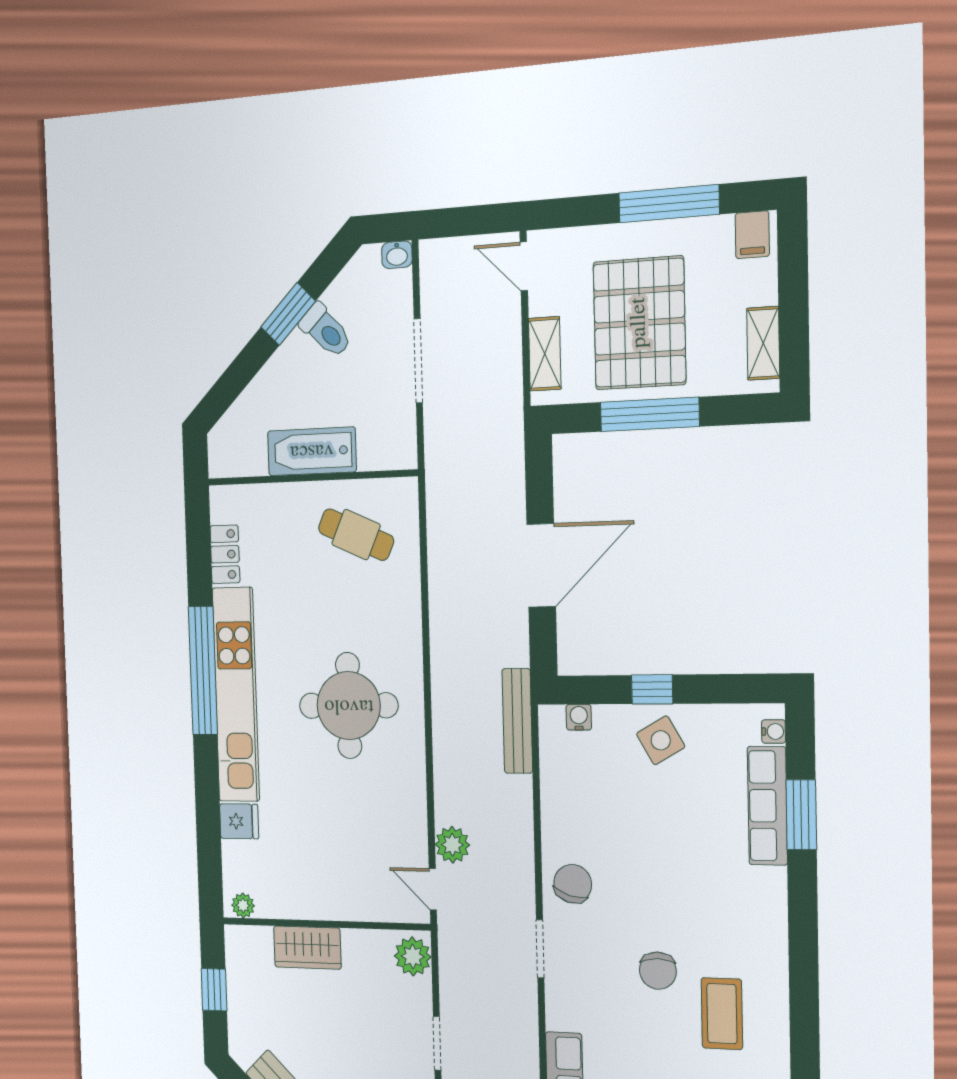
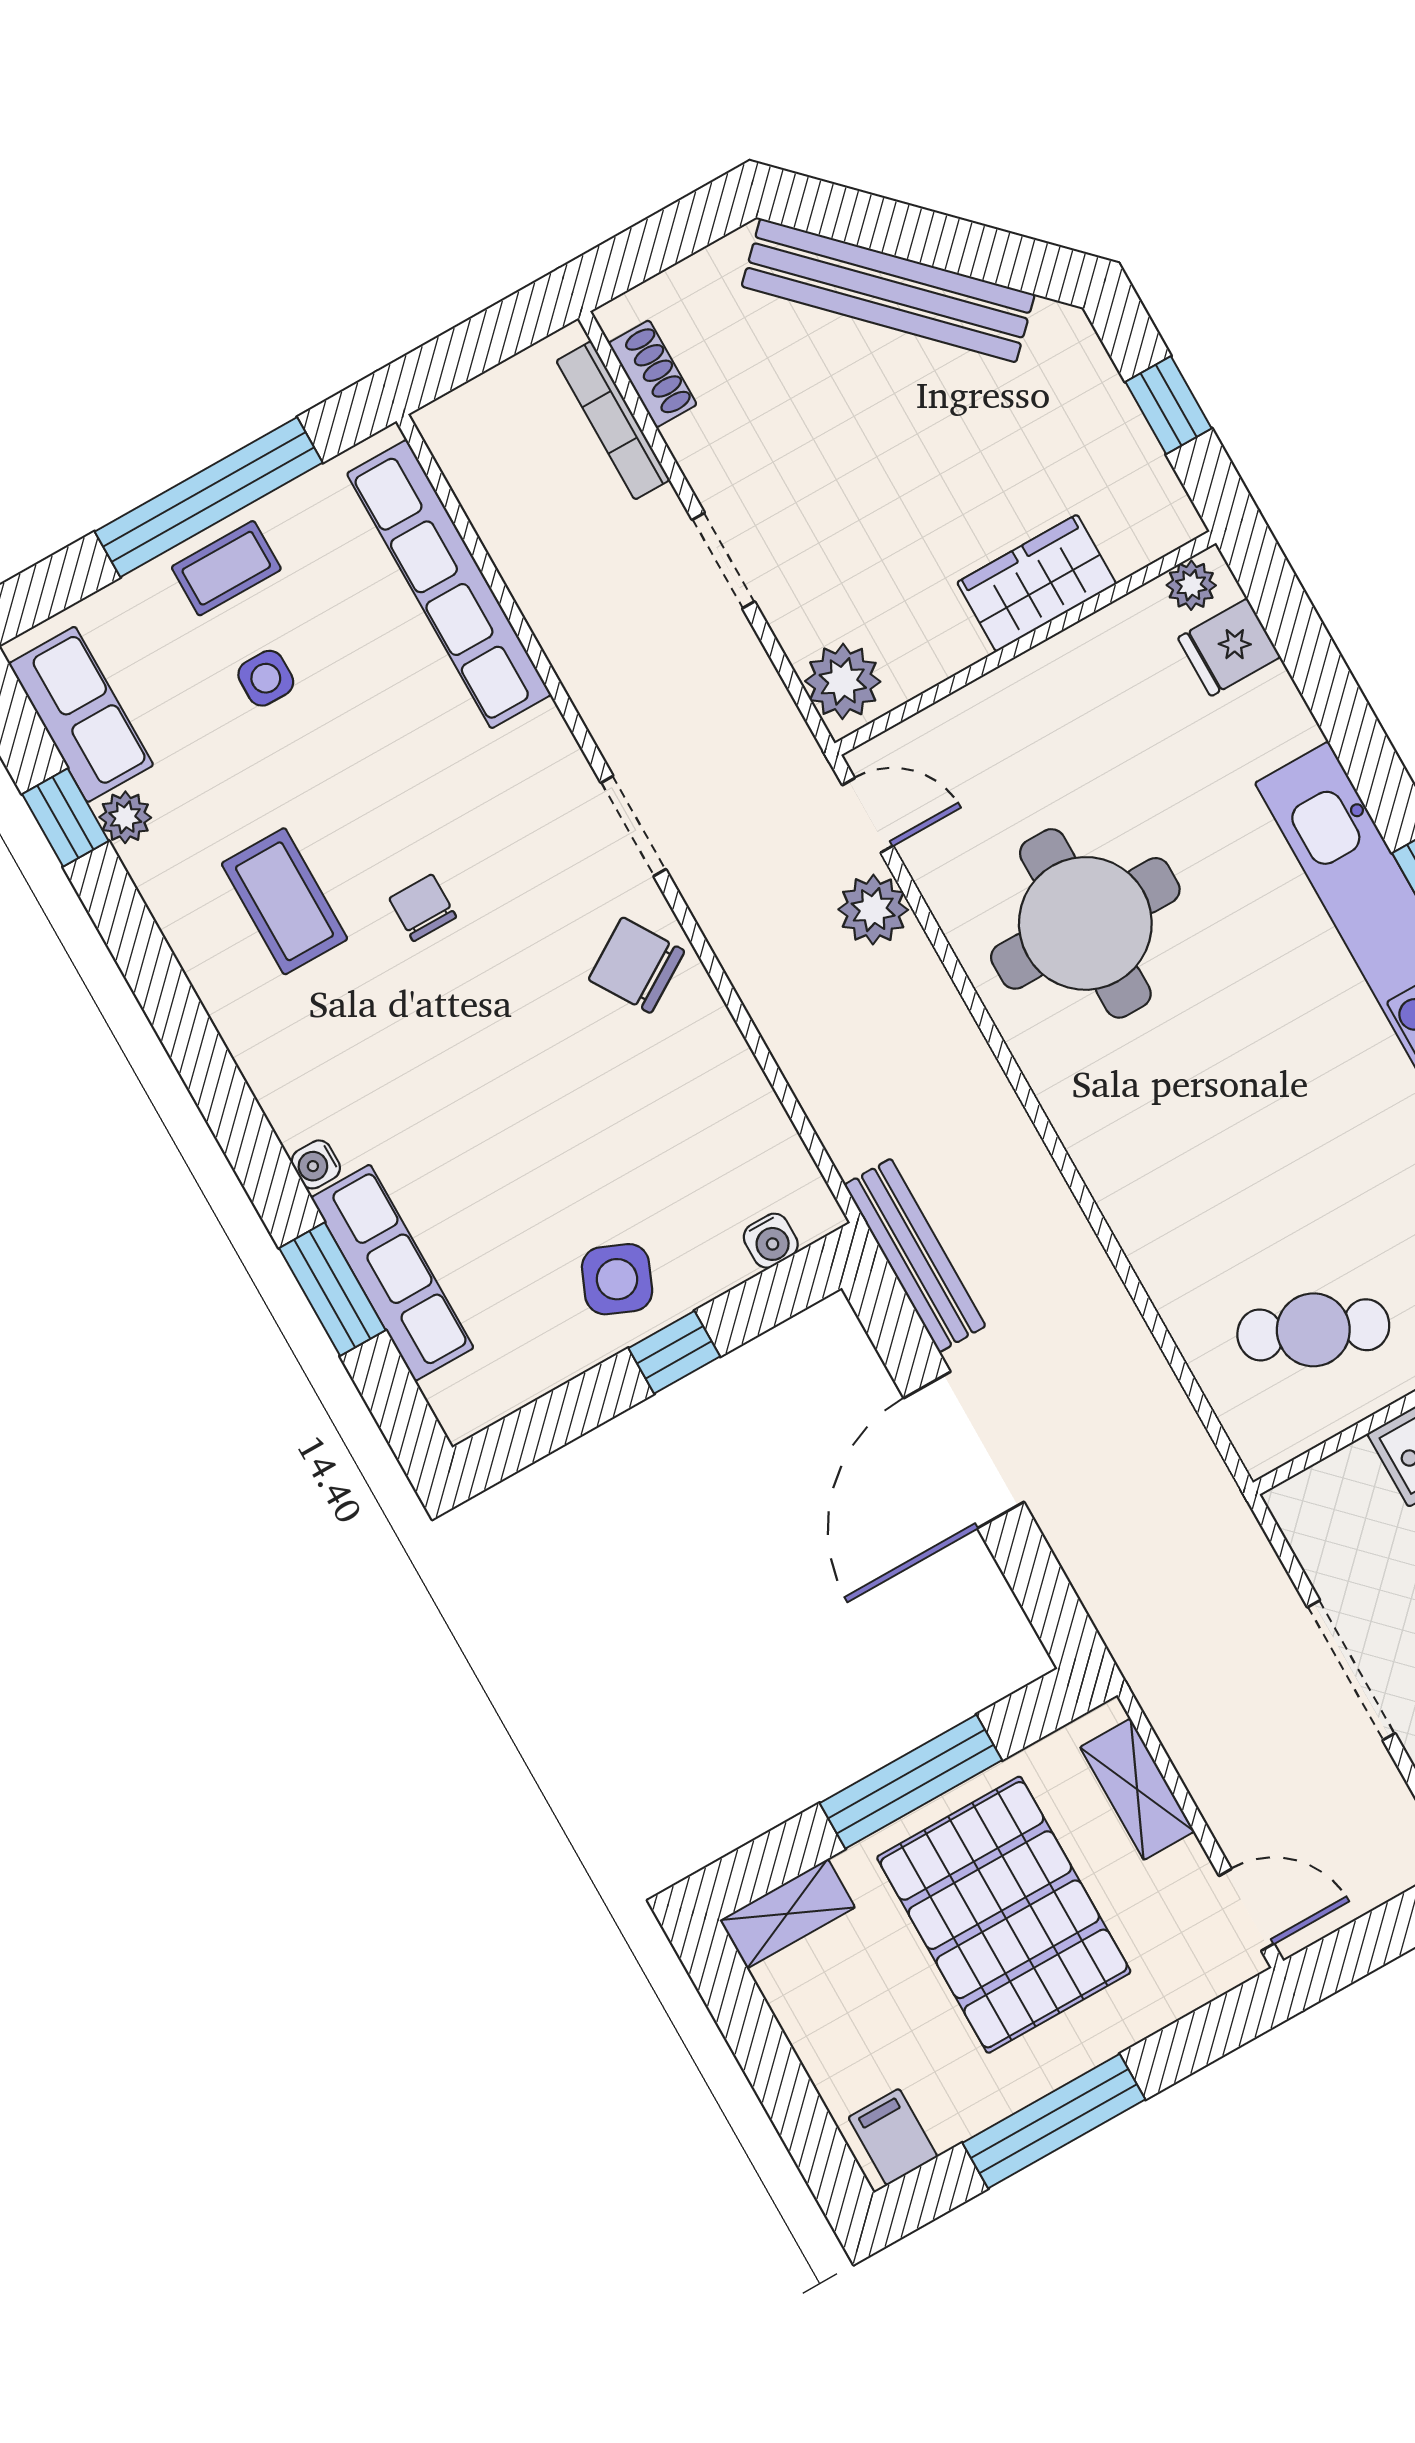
shelving: (763, 343) -> (787, 1914), moved, turned 90
round table: (349, 706) -> (1085, 923), moved
bench: (517, 721) -> (915, 1255), moved
water cooler: (774, 731) -> (316, 1164), moved
side table: (661, 740) -> (617, 1279), turned -37
fridge: (239, 821) -> (1229, 647), moved
chair: (573, 884) -> (637, 965), turned 131
chair: (658, 971) -> (423, 908), width x0.73, depth x0.73

